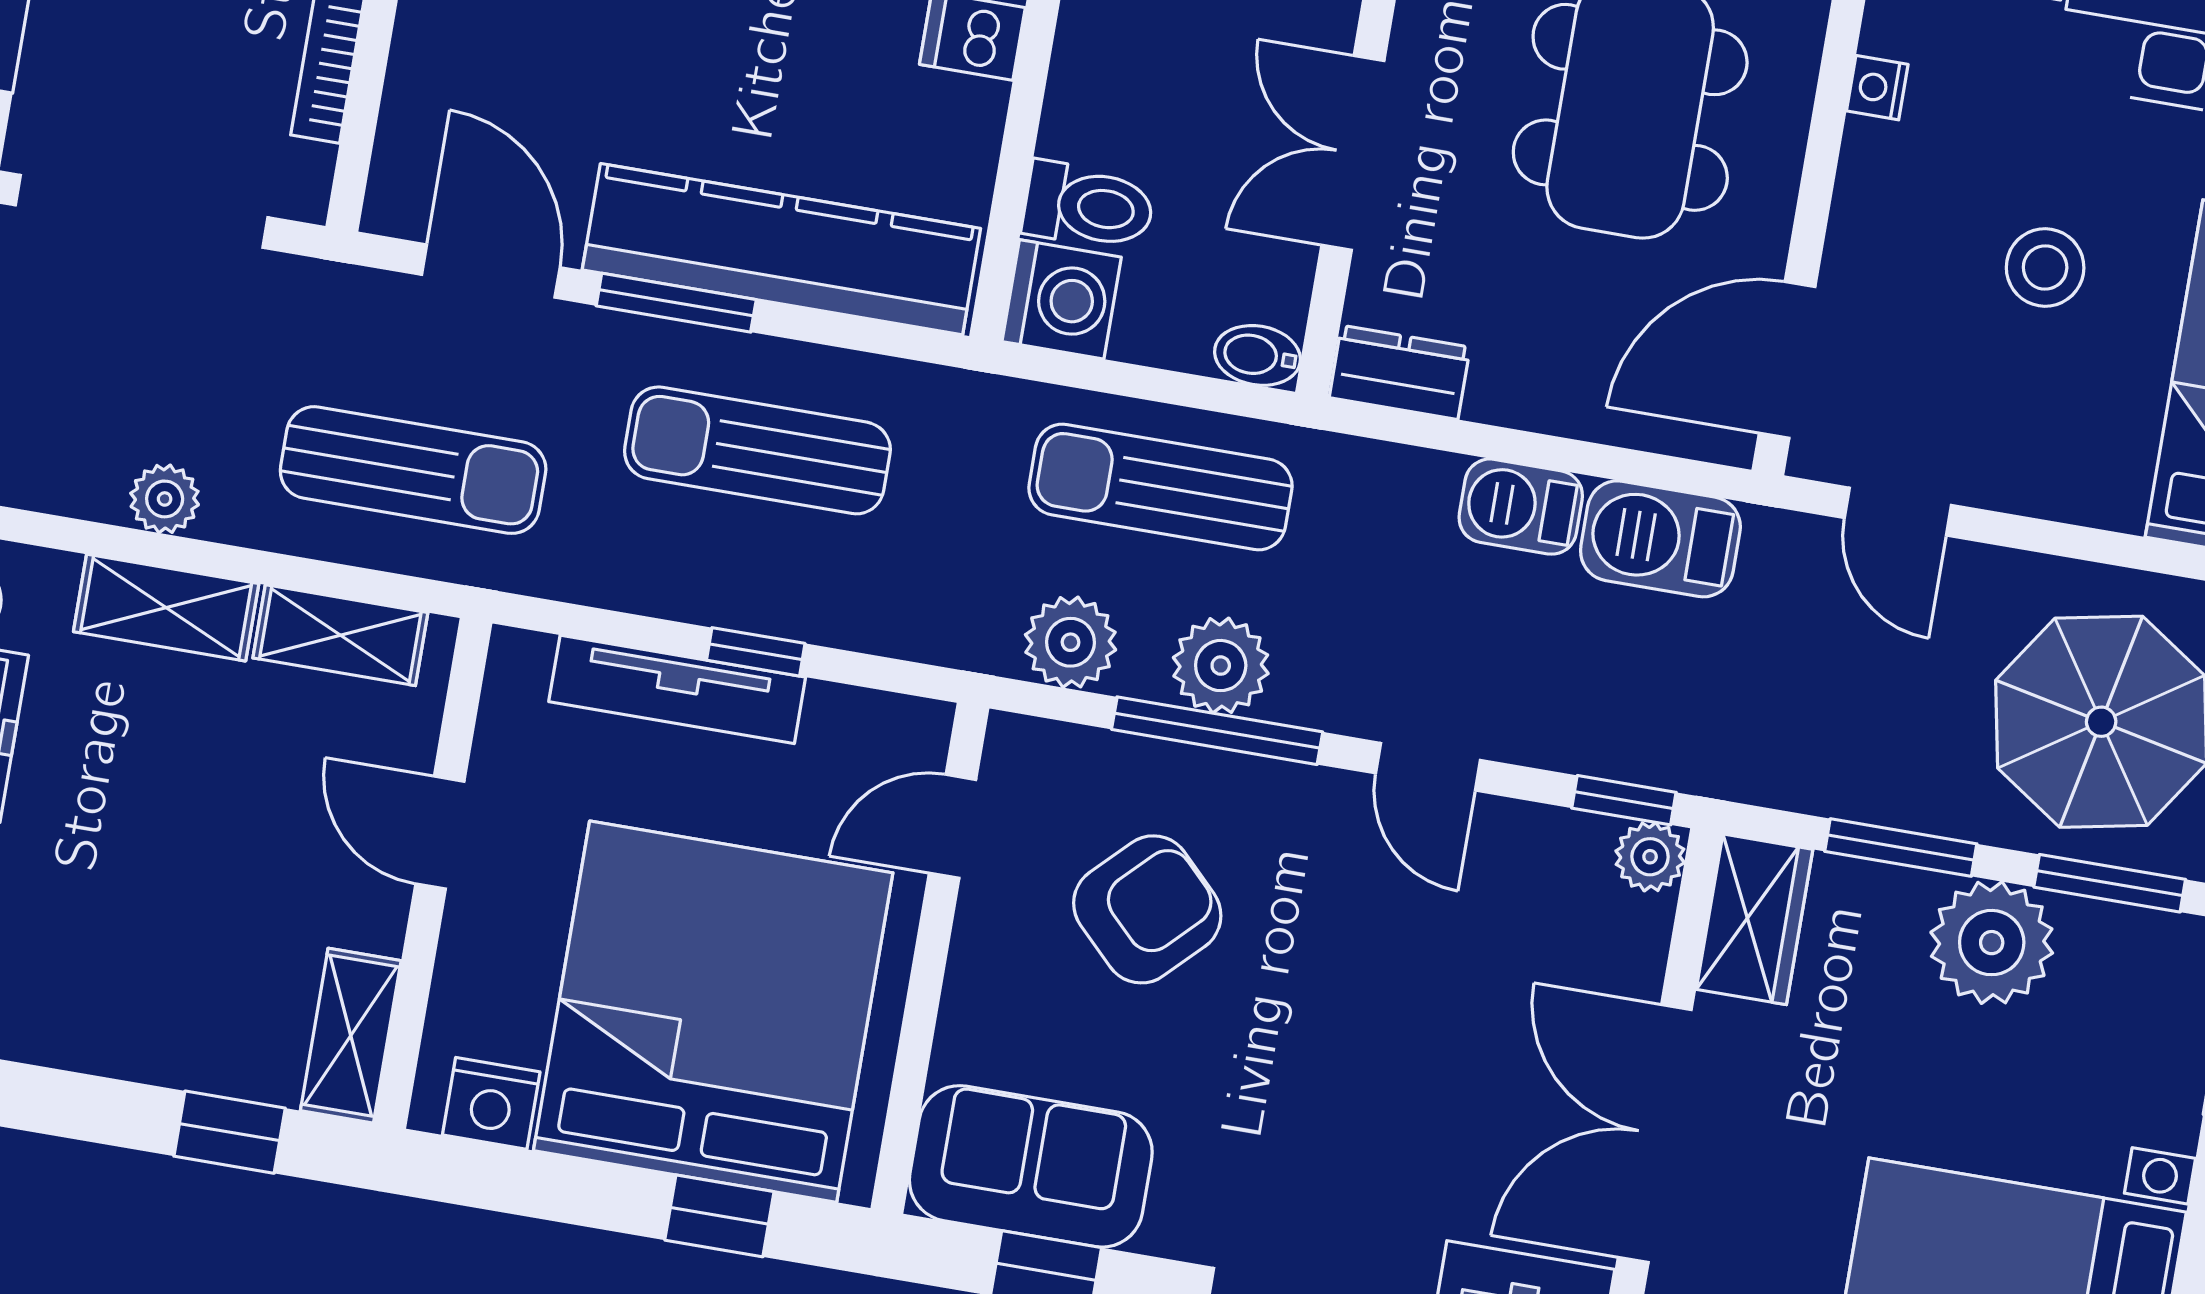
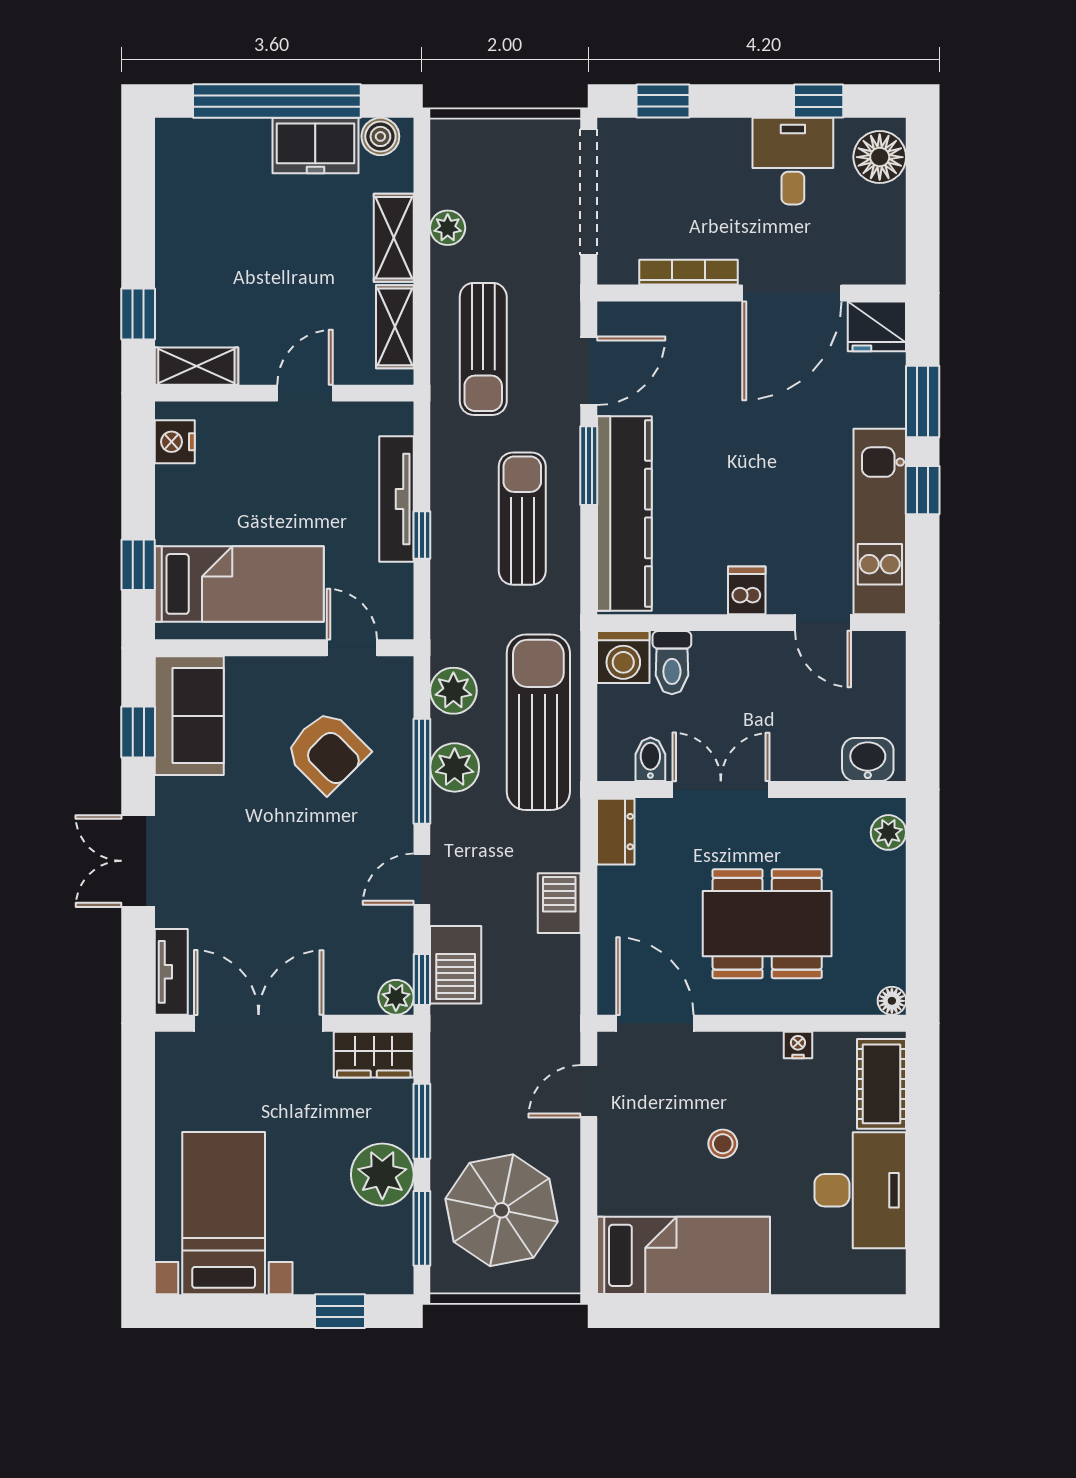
stool: (2045, 267) -> (723, 1144), width x0.73, depth x0.73
bidet: (1257, 355) -> (650, 759), moved
sun lounger: (1160, 487) -> (538, 722), width x1.36, depth x1.34
barbecue: (1660, 539) -> (456, 965), moved, turned 180
bed: (713, 1012) -> (239, 584), width x0.49

